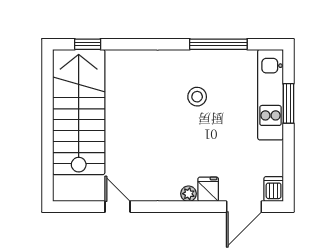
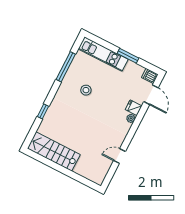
window: (88, 44) -> (43, 111), moved
window: (288, 103) -> (128, 56), moved
stairs: (79, 112) -> (54, 151), width x0.73, depth x0.66

